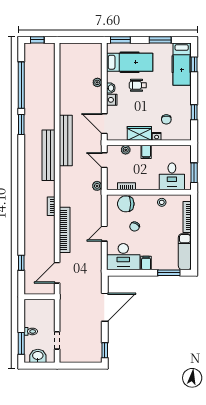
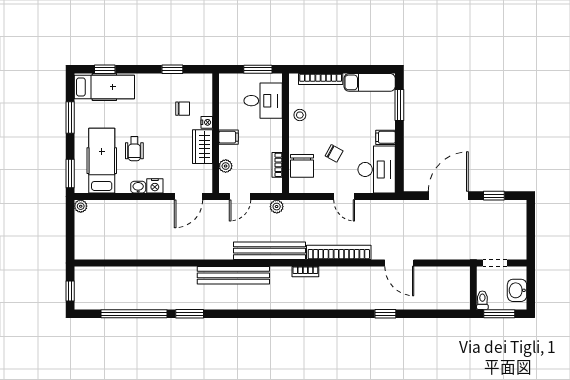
plant: (97, 82) -> (81, 206), moved
bench: (66, 141) -> (269, 251), moved
wall: (39, 297) -> (473, 288), moved
door: (105, 307) -> (448, 196), hinge flipped
window: (105, 350) -> (494, 196), moved

